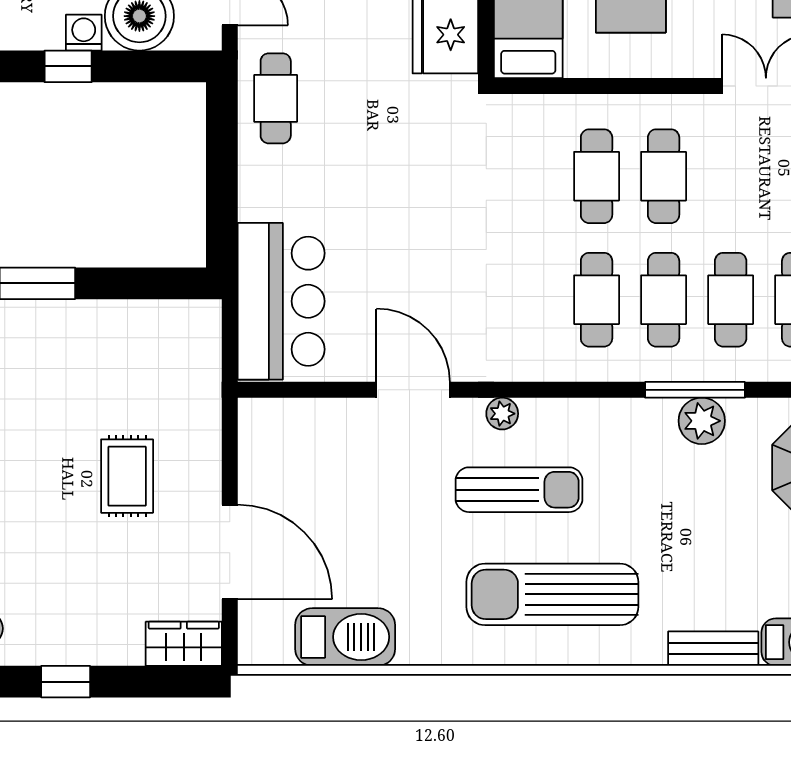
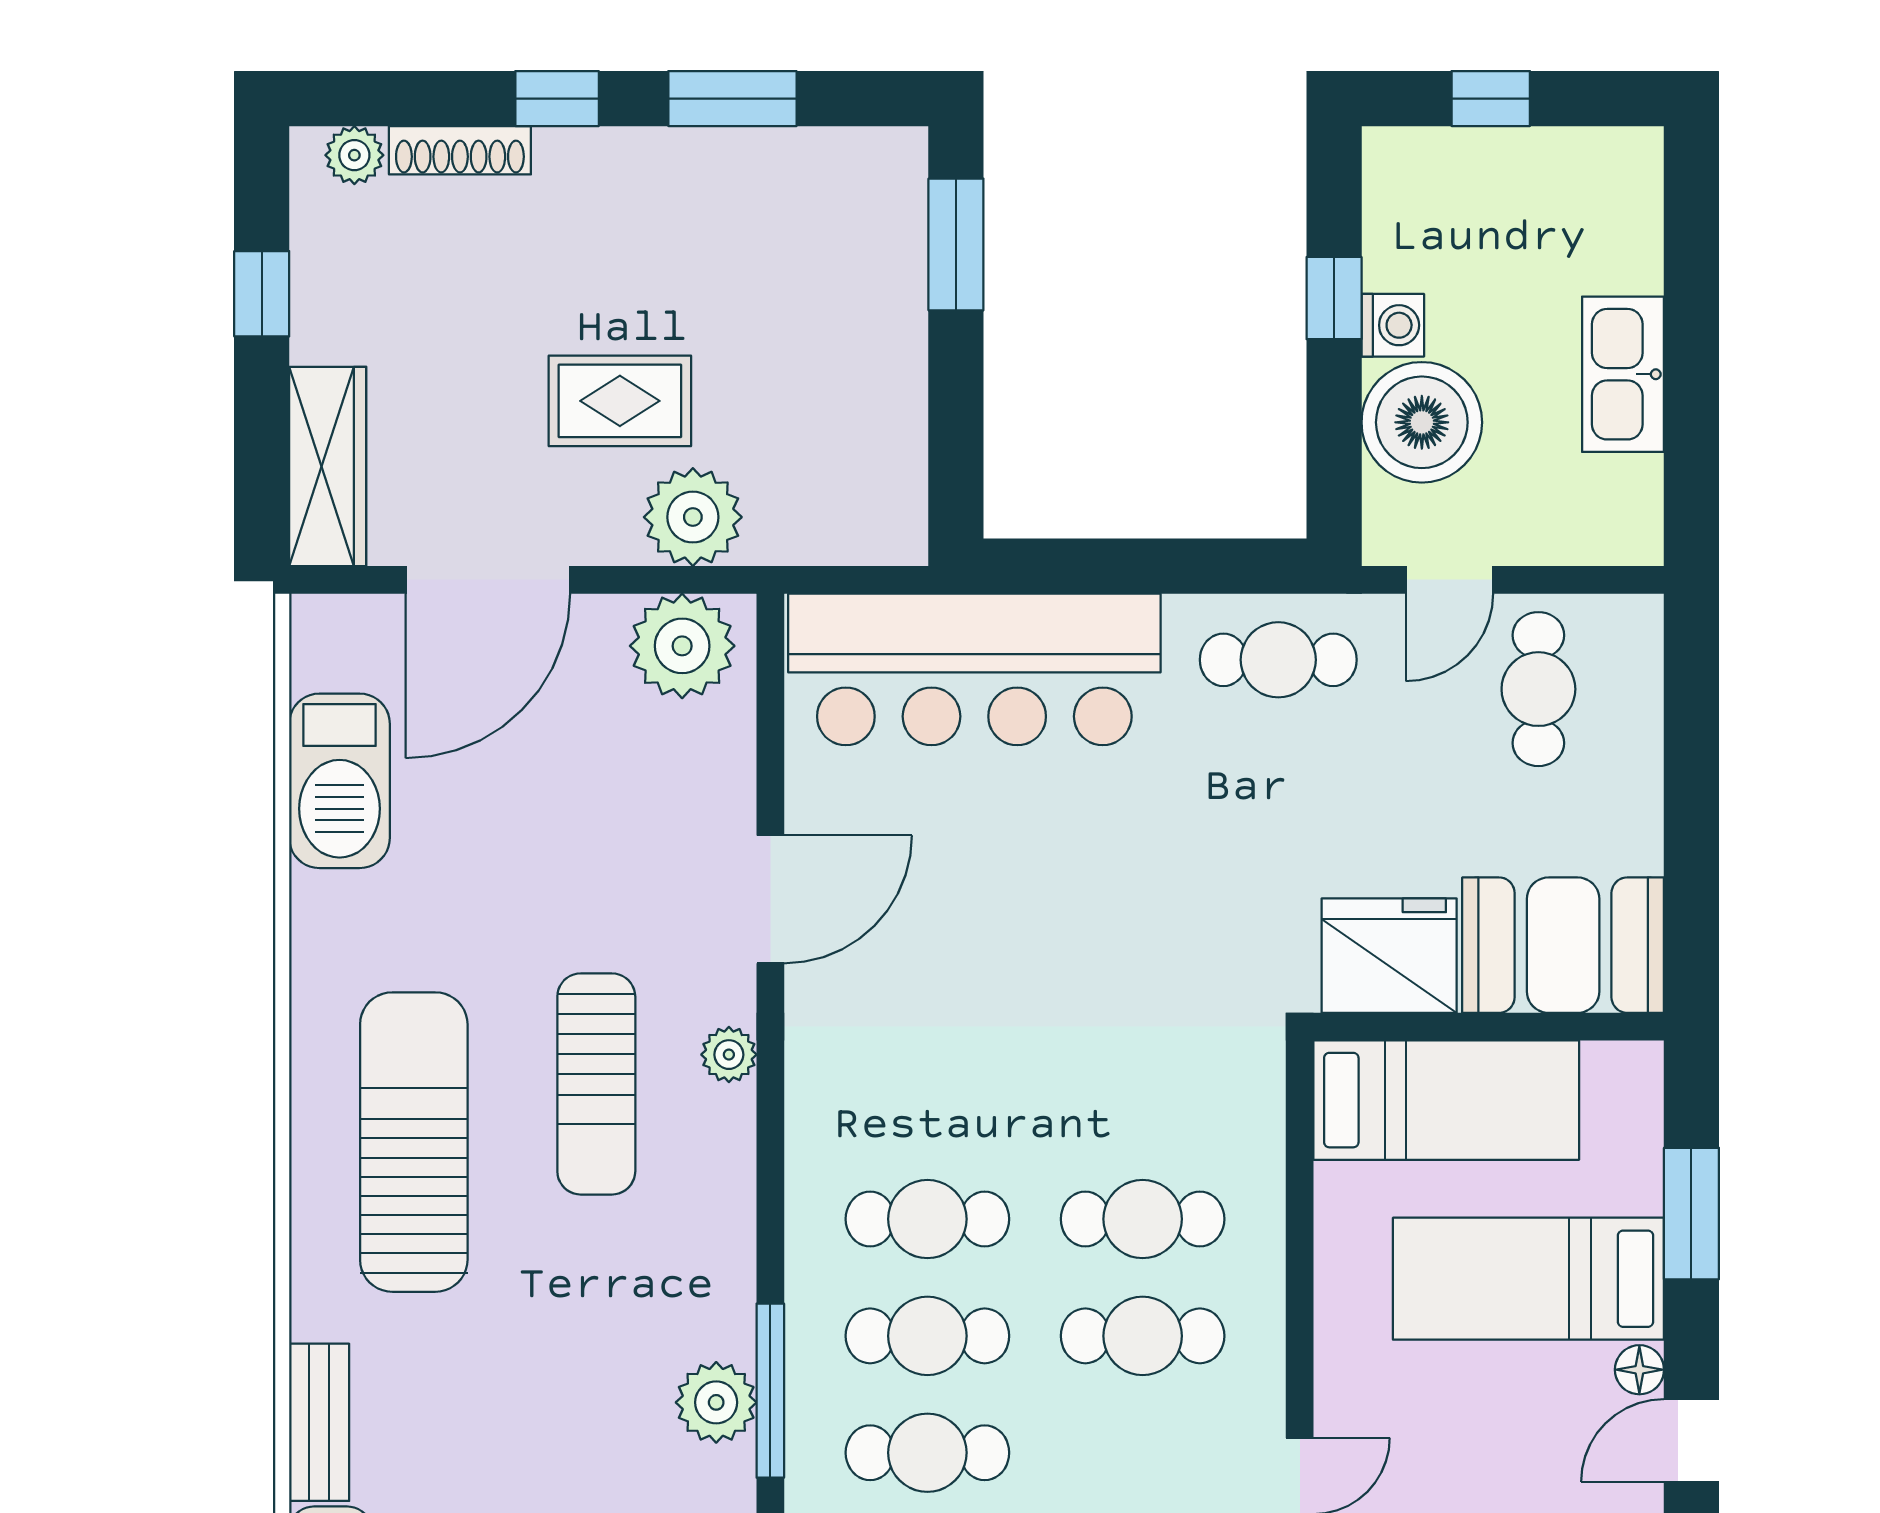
bar counter: (281, 301) -> (974, 669), width x1.36
plant: (194, 434) -> (693, 517), added
plant: (268, 440) -> (682, 646), added
wardrobe: (184, 644) -> (328, 466), width x1.50

